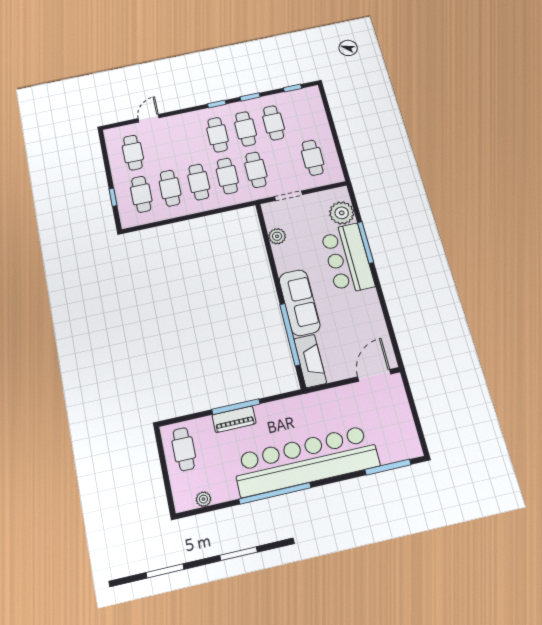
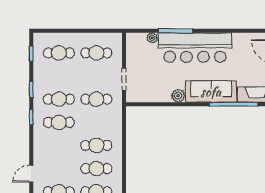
door: (149, 118) -> (31, 174), hinge flipped
cafe table: (274, 123) -> (59, 53), moved
cafe table: (227, 176) -> (96, 122), removed
plant: (342, 213) -> (152, 38), width x0.53, depth x0.53
plant: (277, 236) -> (178, 96), moved
bar counter: (347, 259) -> (195, 48), width x1.36

